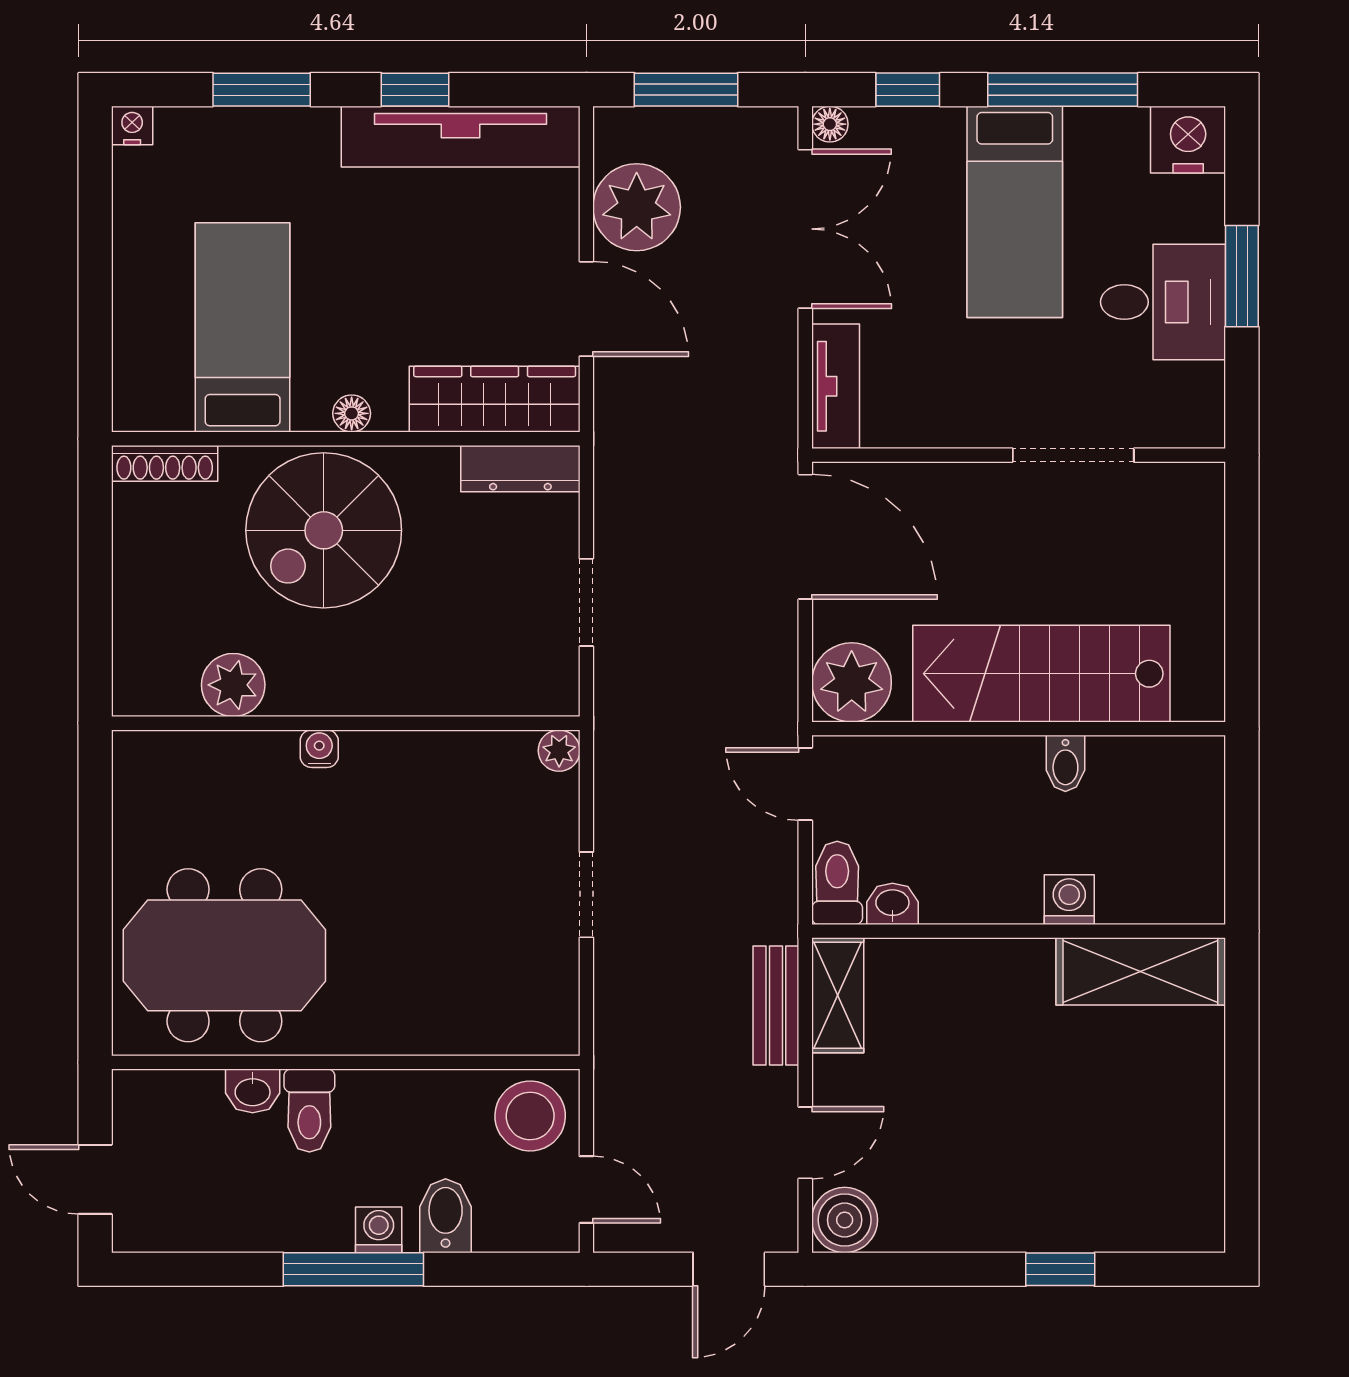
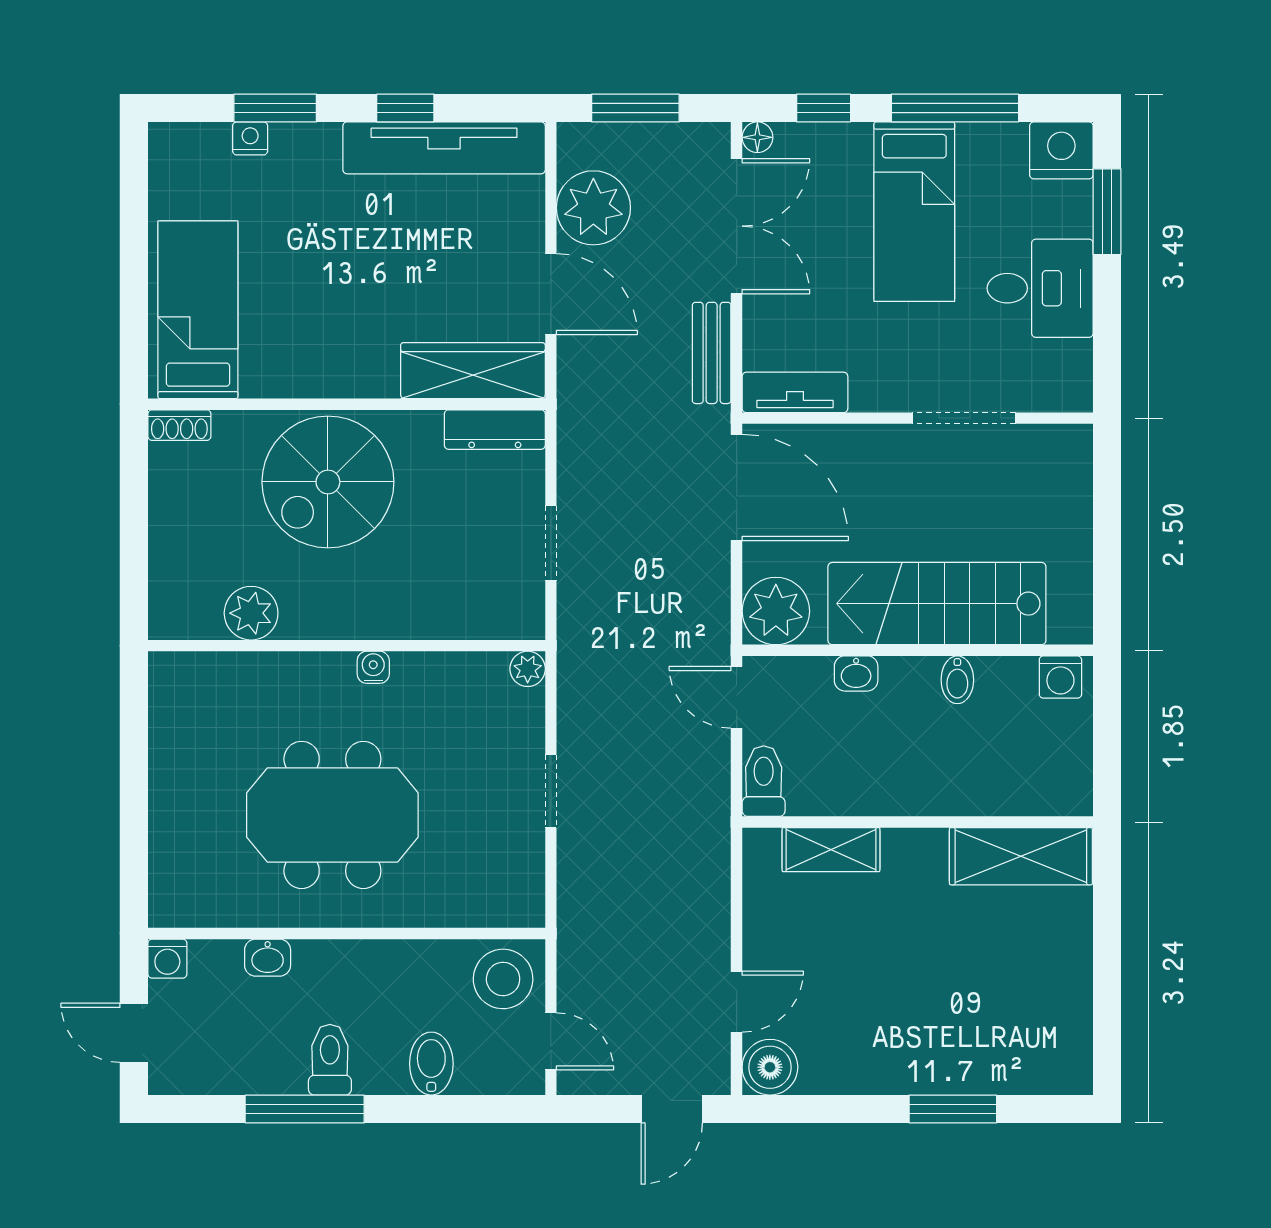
nightstand: (132, 126) -> (250, 138), moved
window: (1242, 276) -> (1107, 212), moved
bed: (243, 327) -> (198, 310), moved
tv unit: (836, 386) -> (795, 392), moved, turned -90
floor lamp: (352, 413) -> (352, 383), removed
shoe rack: (165, 463) -> (179, 425), width x0.70
water cooler: (319, 749) -> (373, 667), moved
washing machine: (1069, 900) -> (1060, 677), moved, turned 180
washbasin: (892, 904) -> (856, 673), moved, turned 180
meeting table: (224, 955) -> (332, 815), moved
shelving: (838, 995) -> (831, 850), moved, turned 90
bench: (776, 1005) -> (712, 353), moved
toilet: (309, 1111) -> (330, 1060), moved, turned 180
washing machine: (379, 1230) -> (167, 959), moved, turned 180
window: (353, 1269) -> (305, 1109), moved
window: (1060, 1269) -> (953, 1109), width x1.50

